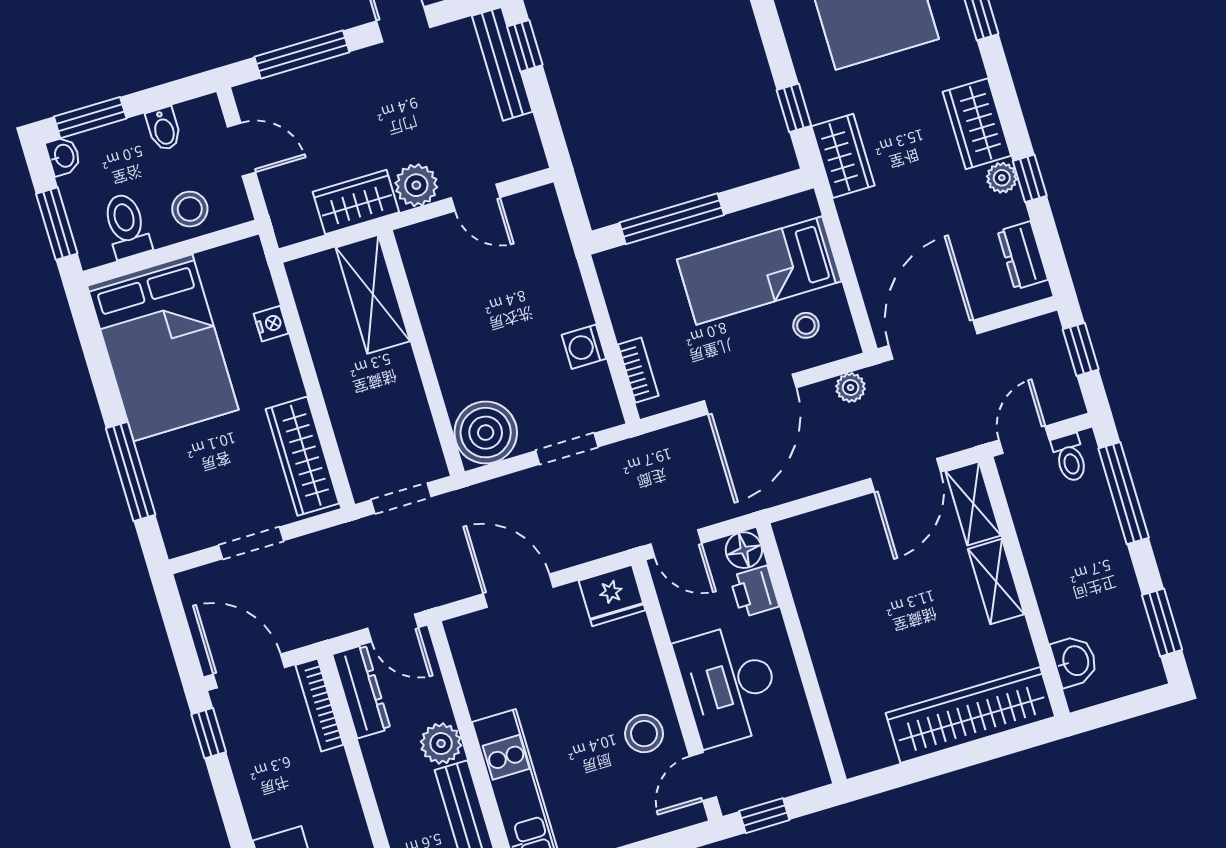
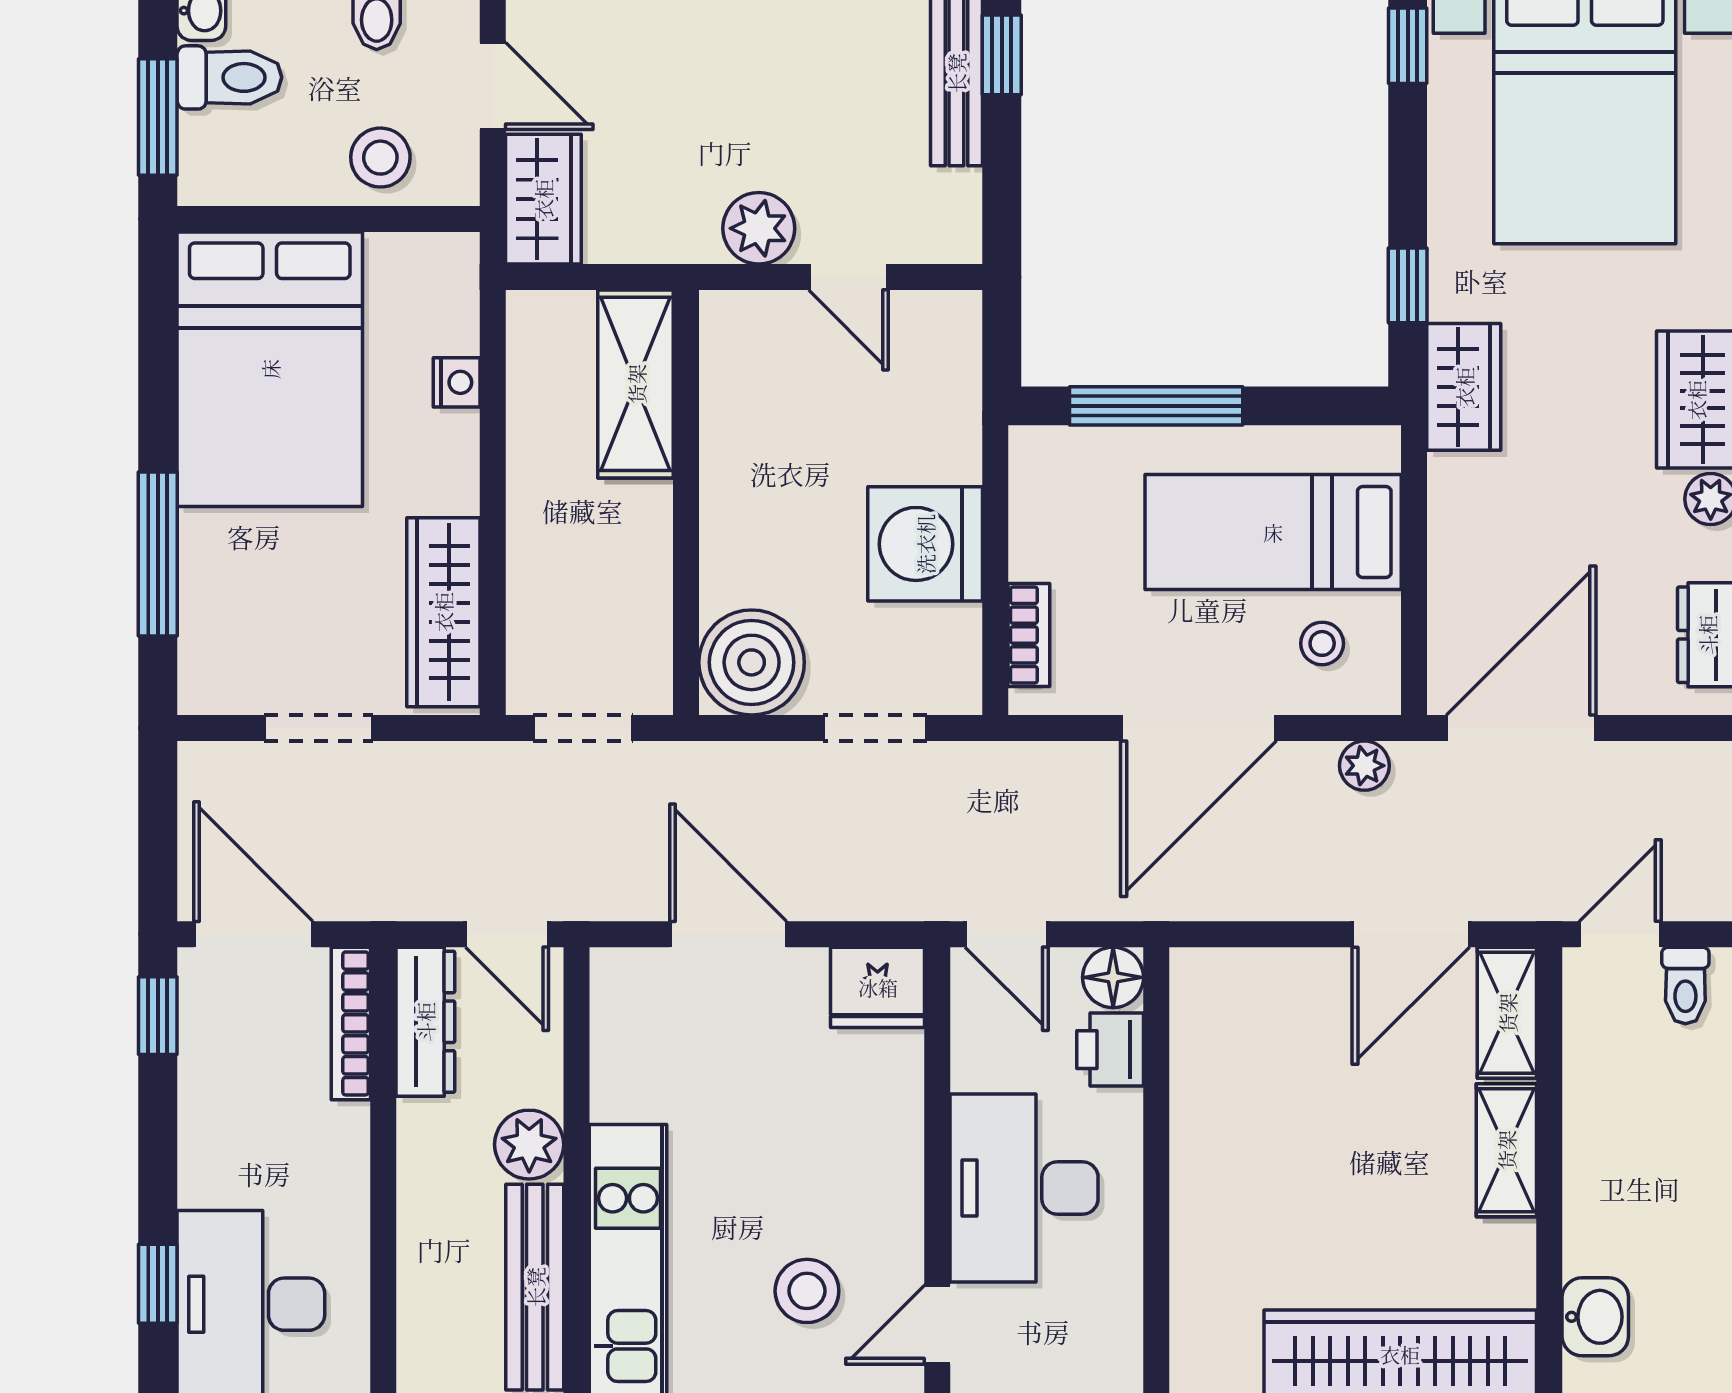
wardrobe: (356, 202) -> (543, 199), moved, turned 90
toilet: (127, 226) -> (229, 77), moved, turned 90
washing machine: (584, 347) -> (925, 544), width x1.89, depth x1.89
stool: (644, 734) -> (807, 1291), moved

